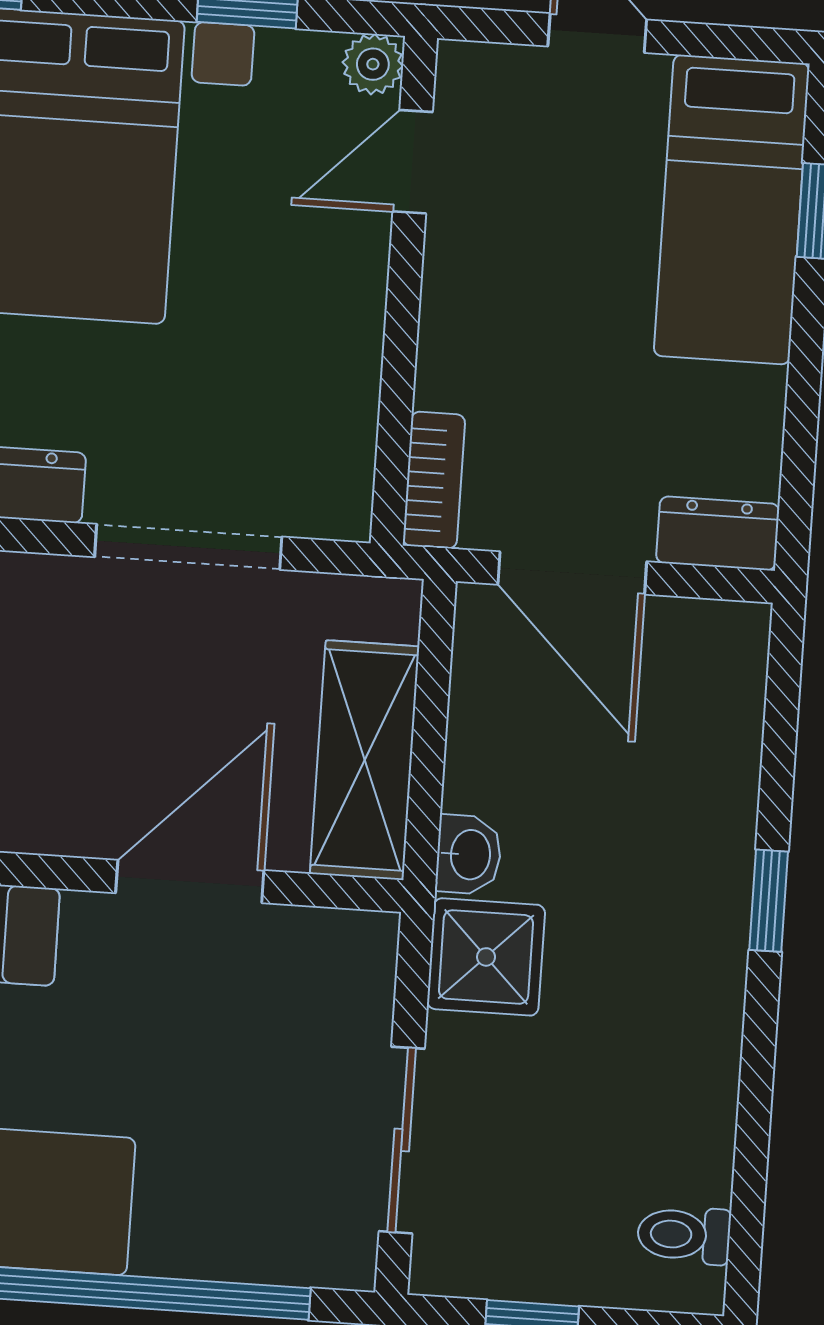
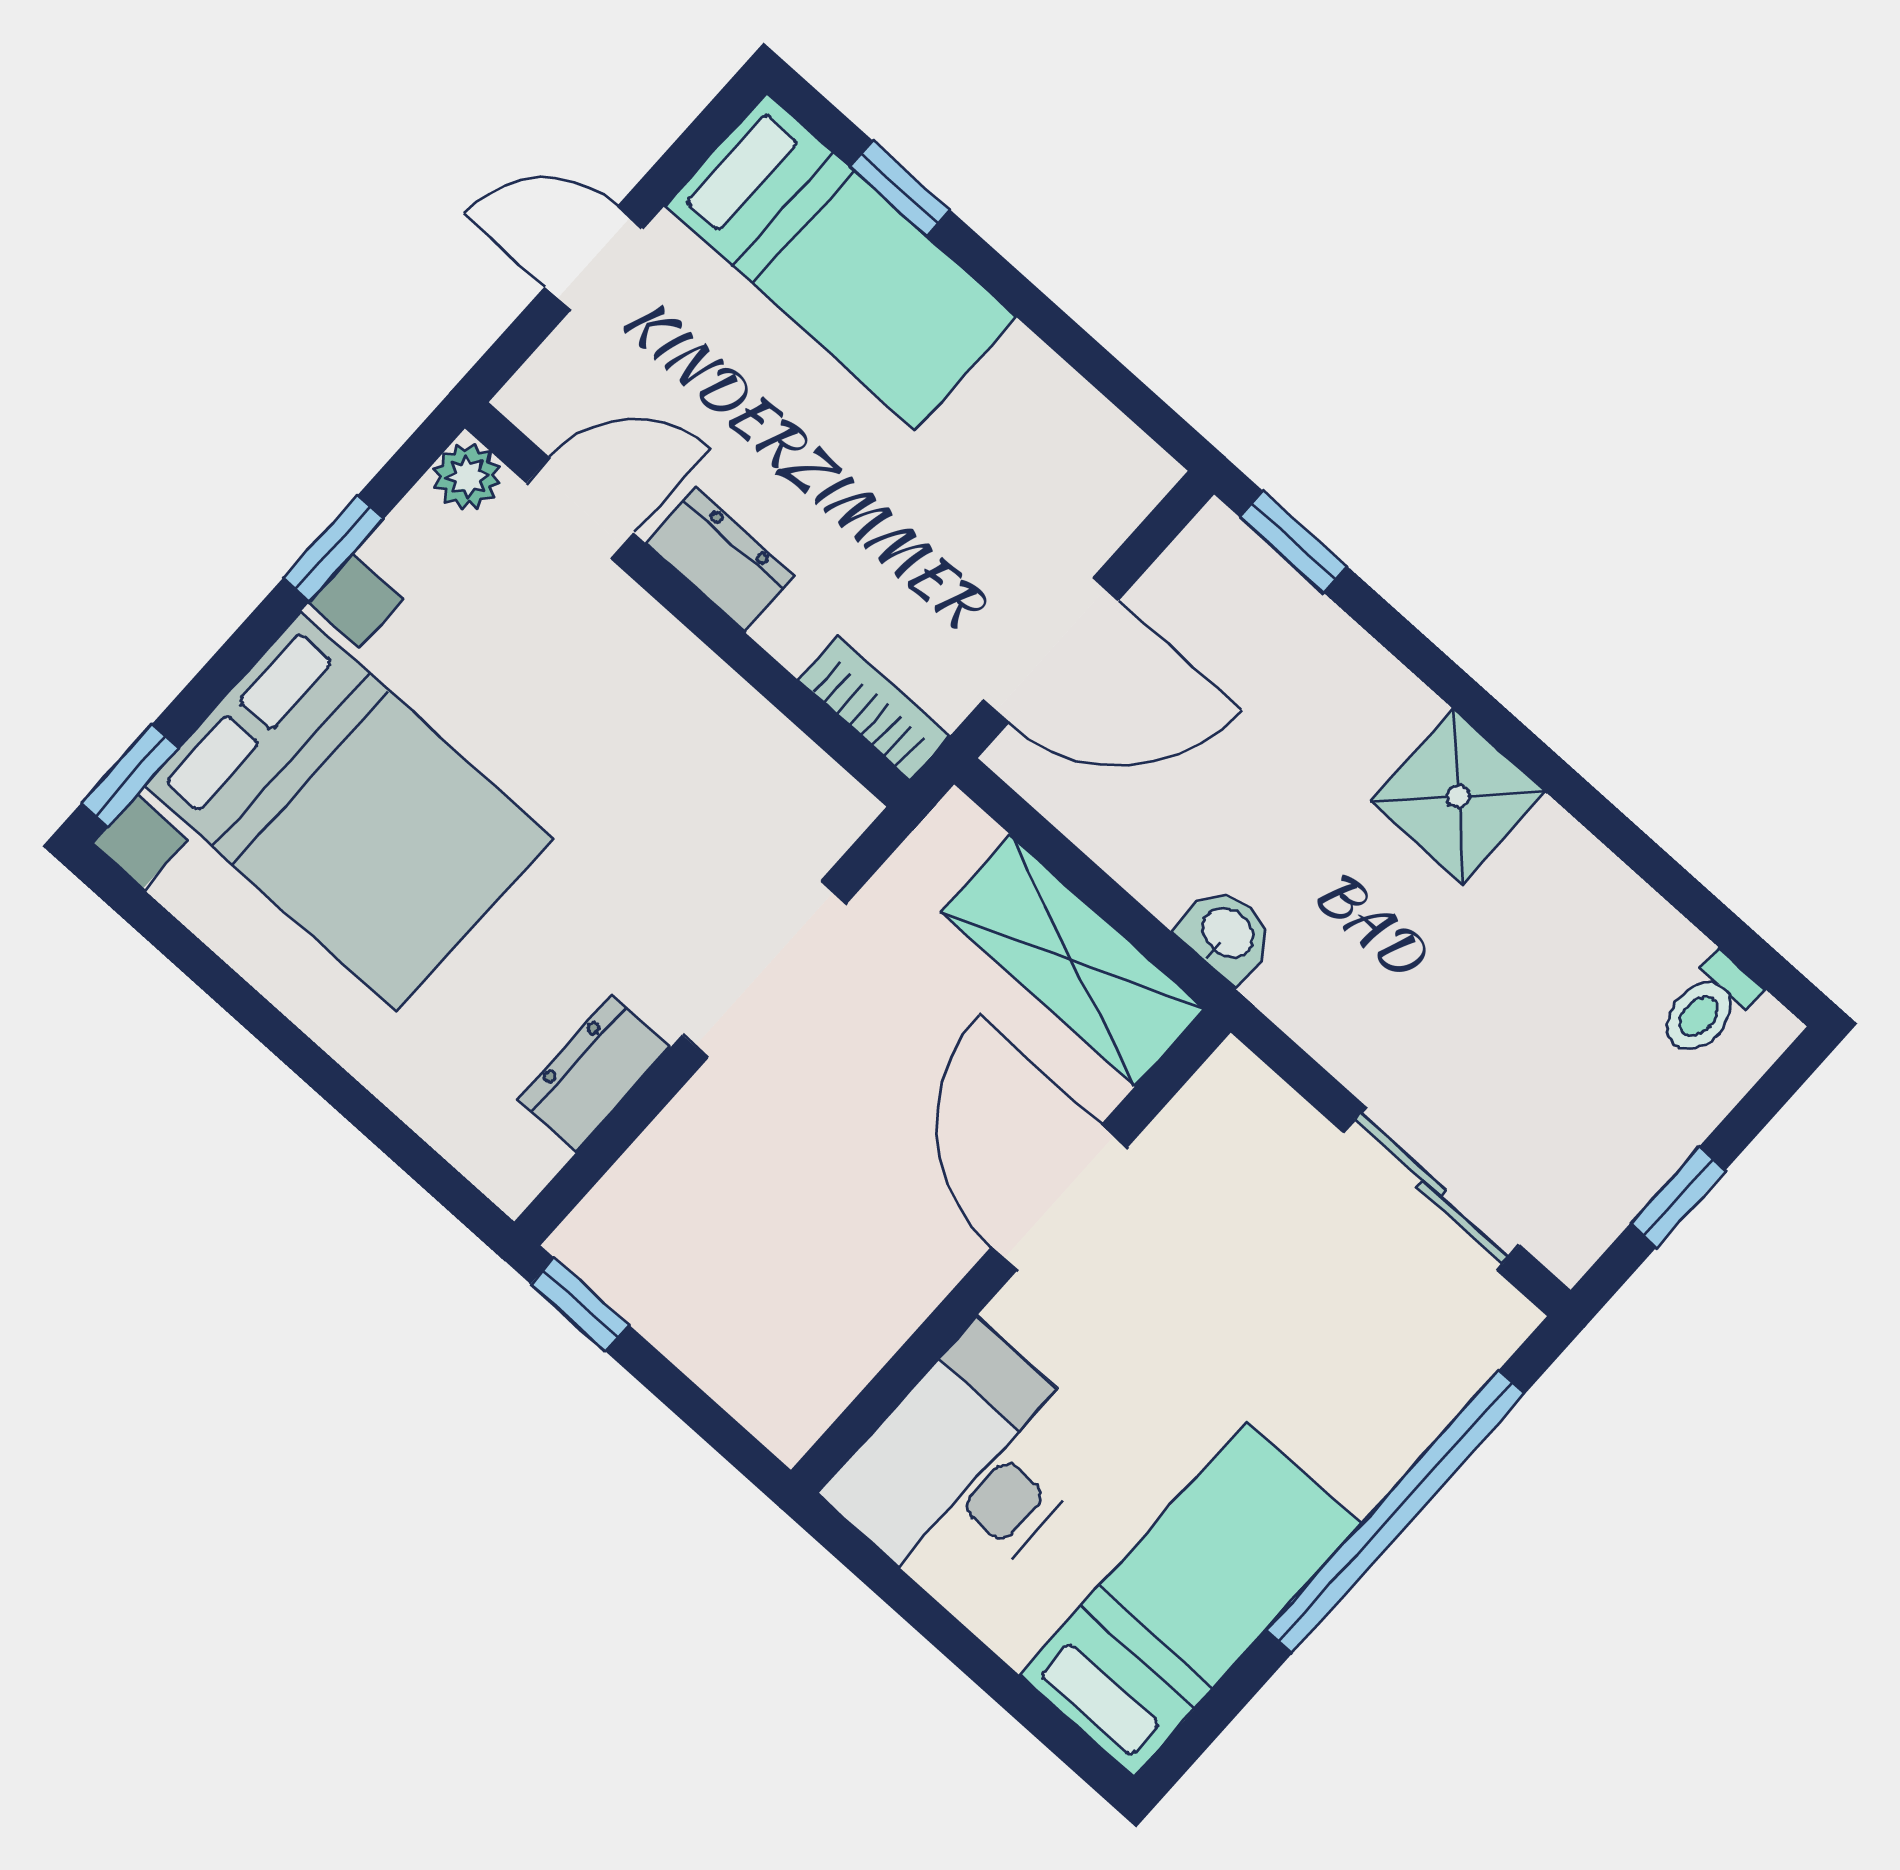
door: (413, 162) -> (580, 508), swing flipped
dresser: (718, 533) -> (720, 560), moved, turned 90
window: (769, 901) -> (1294, 542), moved
shower: (486, 957) -> (1458, 796), moved

